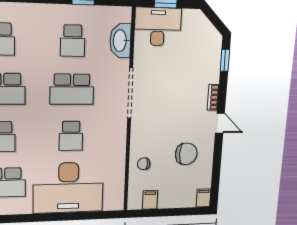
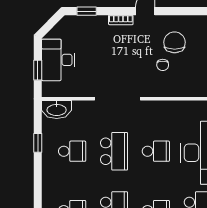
desk: (158, 27) -> (58, 60), moved
washbasin: (120, 41) -> (57, 109), moved
chair: (144, 164) -> (163, 65), moved

